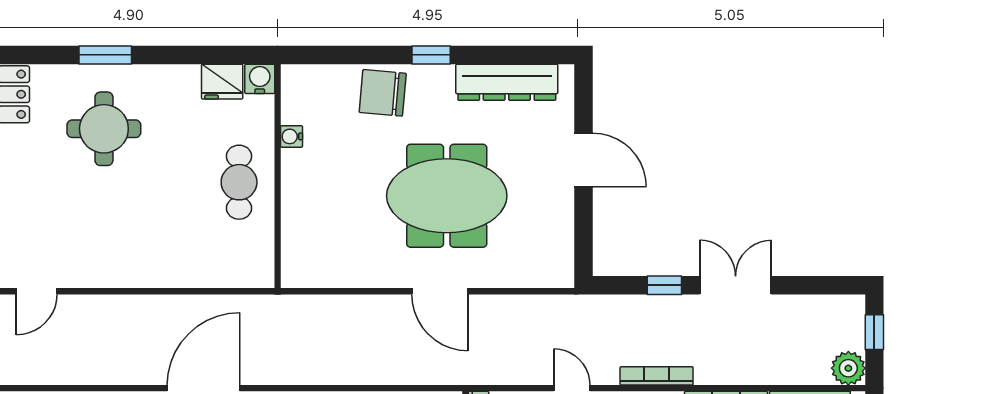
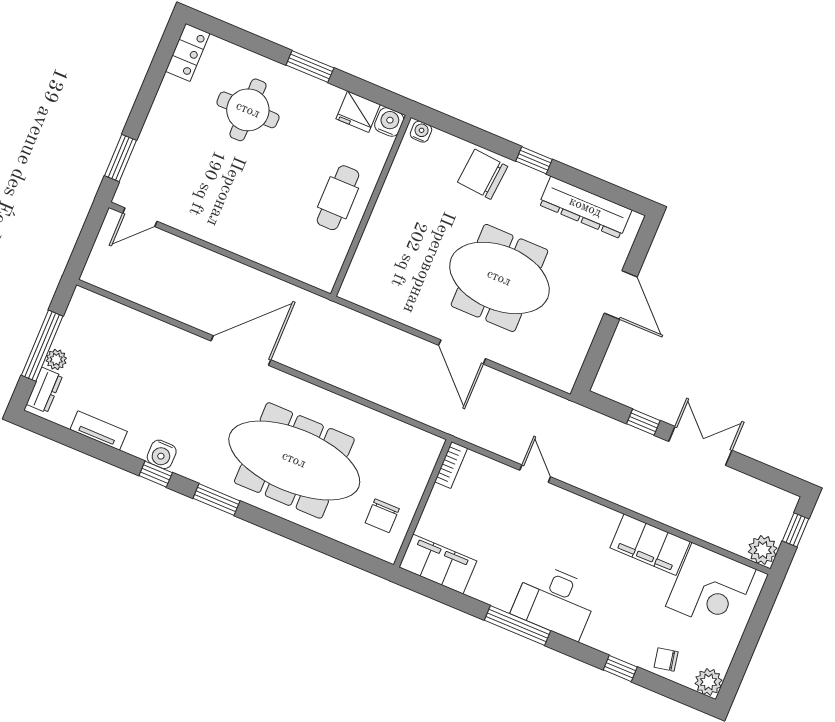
window: (105, 55) -> (310, 67), moved
water cooler: (291, 136) -> (421, 132), moved, turned 90
bookcase: (657, 376) -> (607, 492), removed

